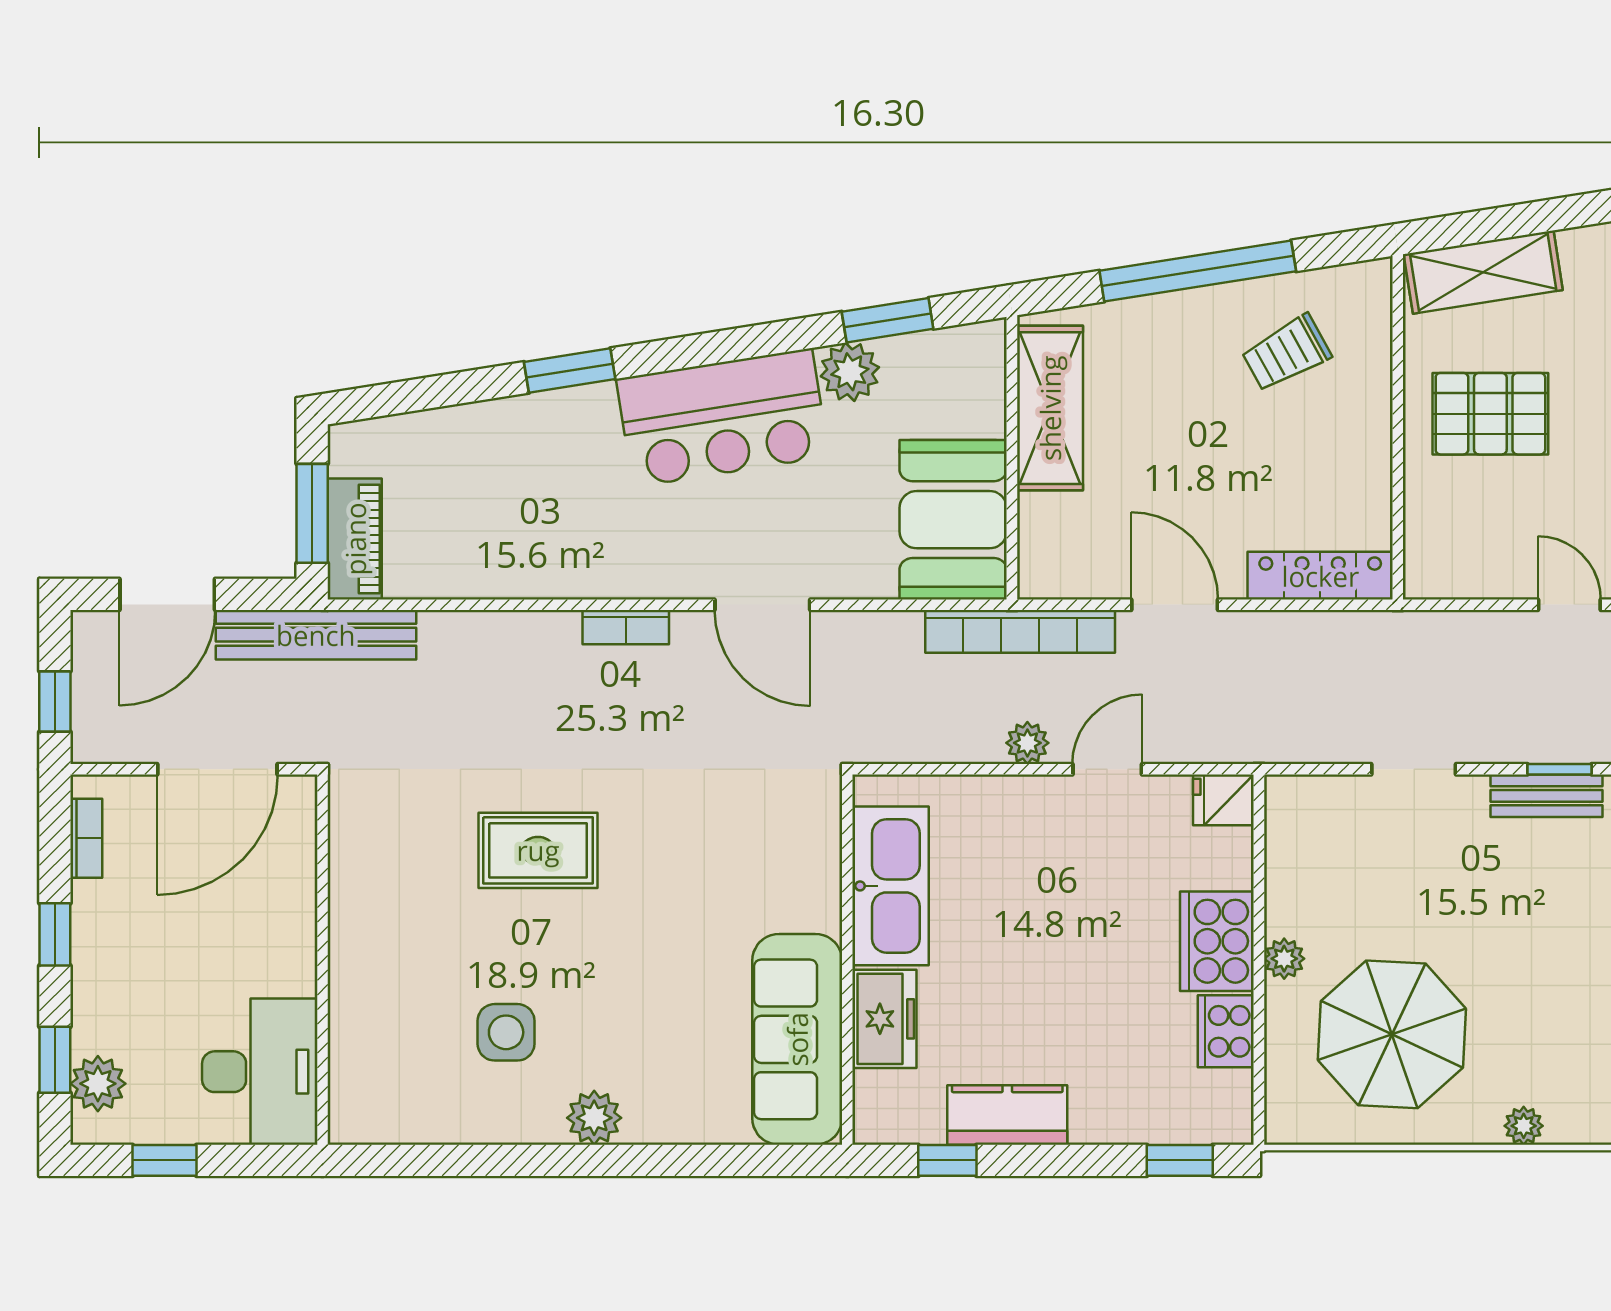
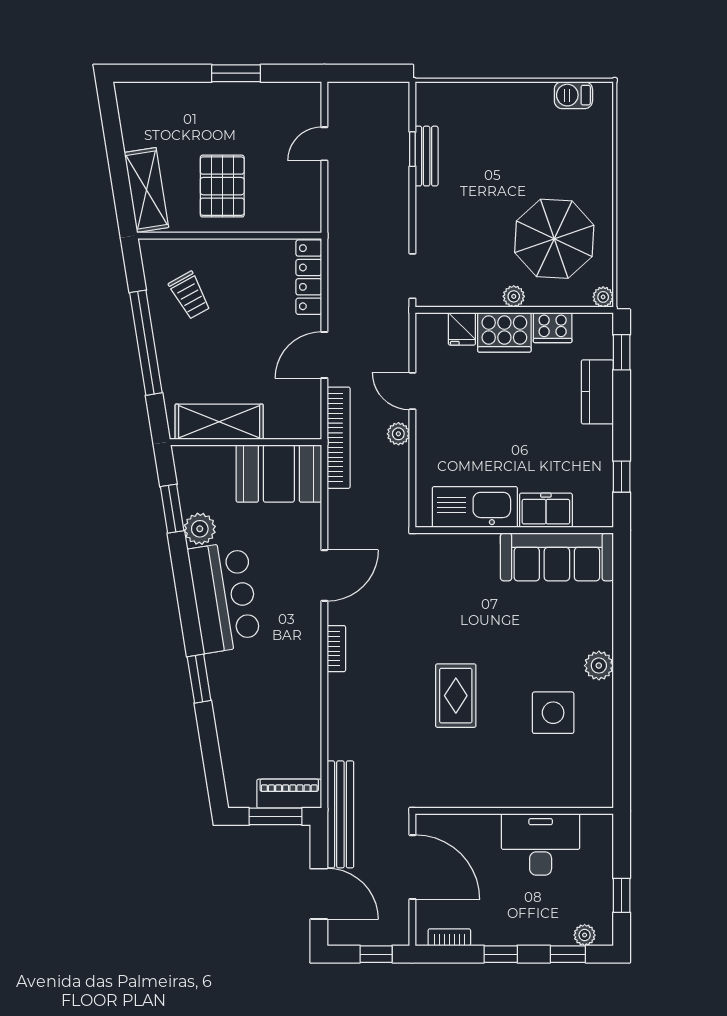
doorway: (1414, 769) -> (412, 276), moved
fridge: (1223, 800) -> (462, 329), moved
side table: (506, 1032) -> (553, 713), width x1.37, depth x1.37
desk: (260, 1072) -> (541, 844), moved
plant: (98, 1084) -> (585, 935), width x0.73, depth x0.73
kitchen counter: (1007, 1115) -> (597, 392), moved
plant: (1524, 1126) -> (603, 297), moved

